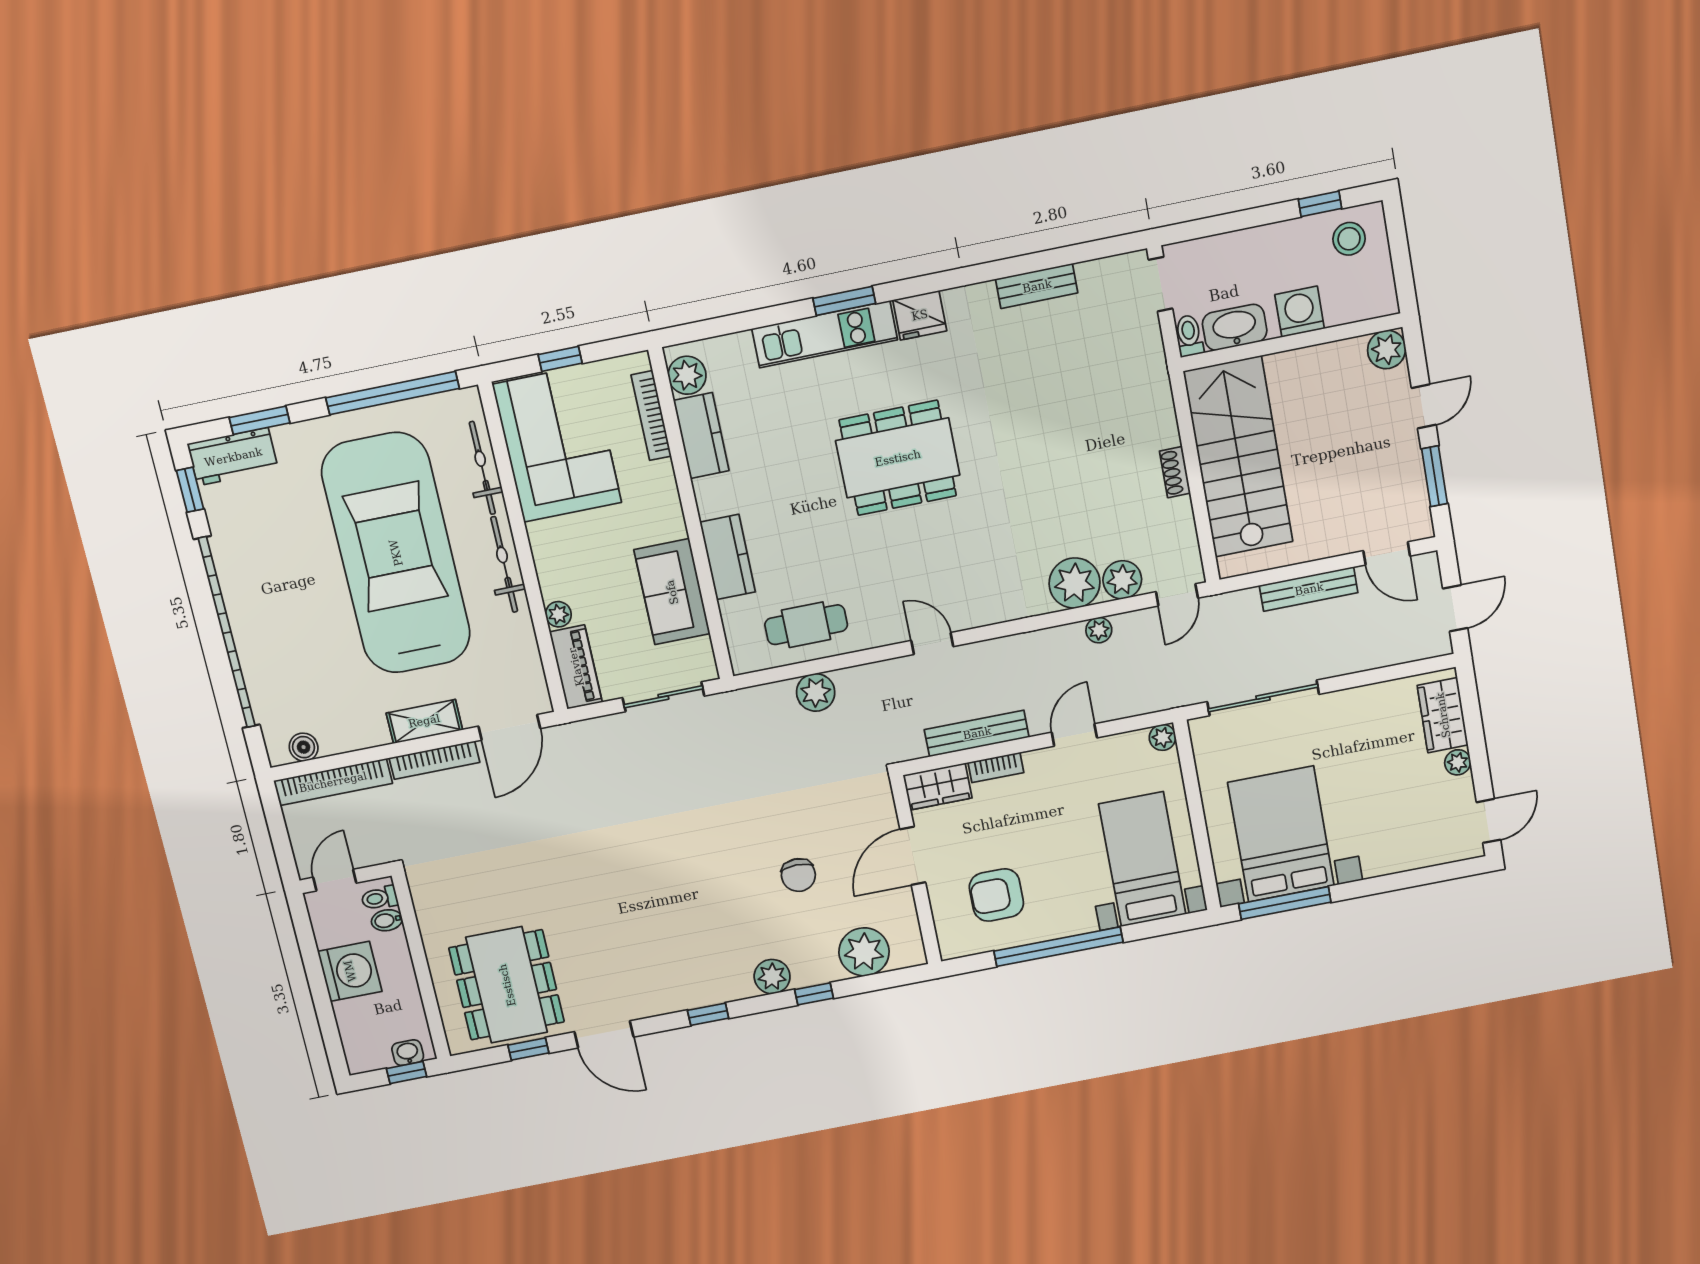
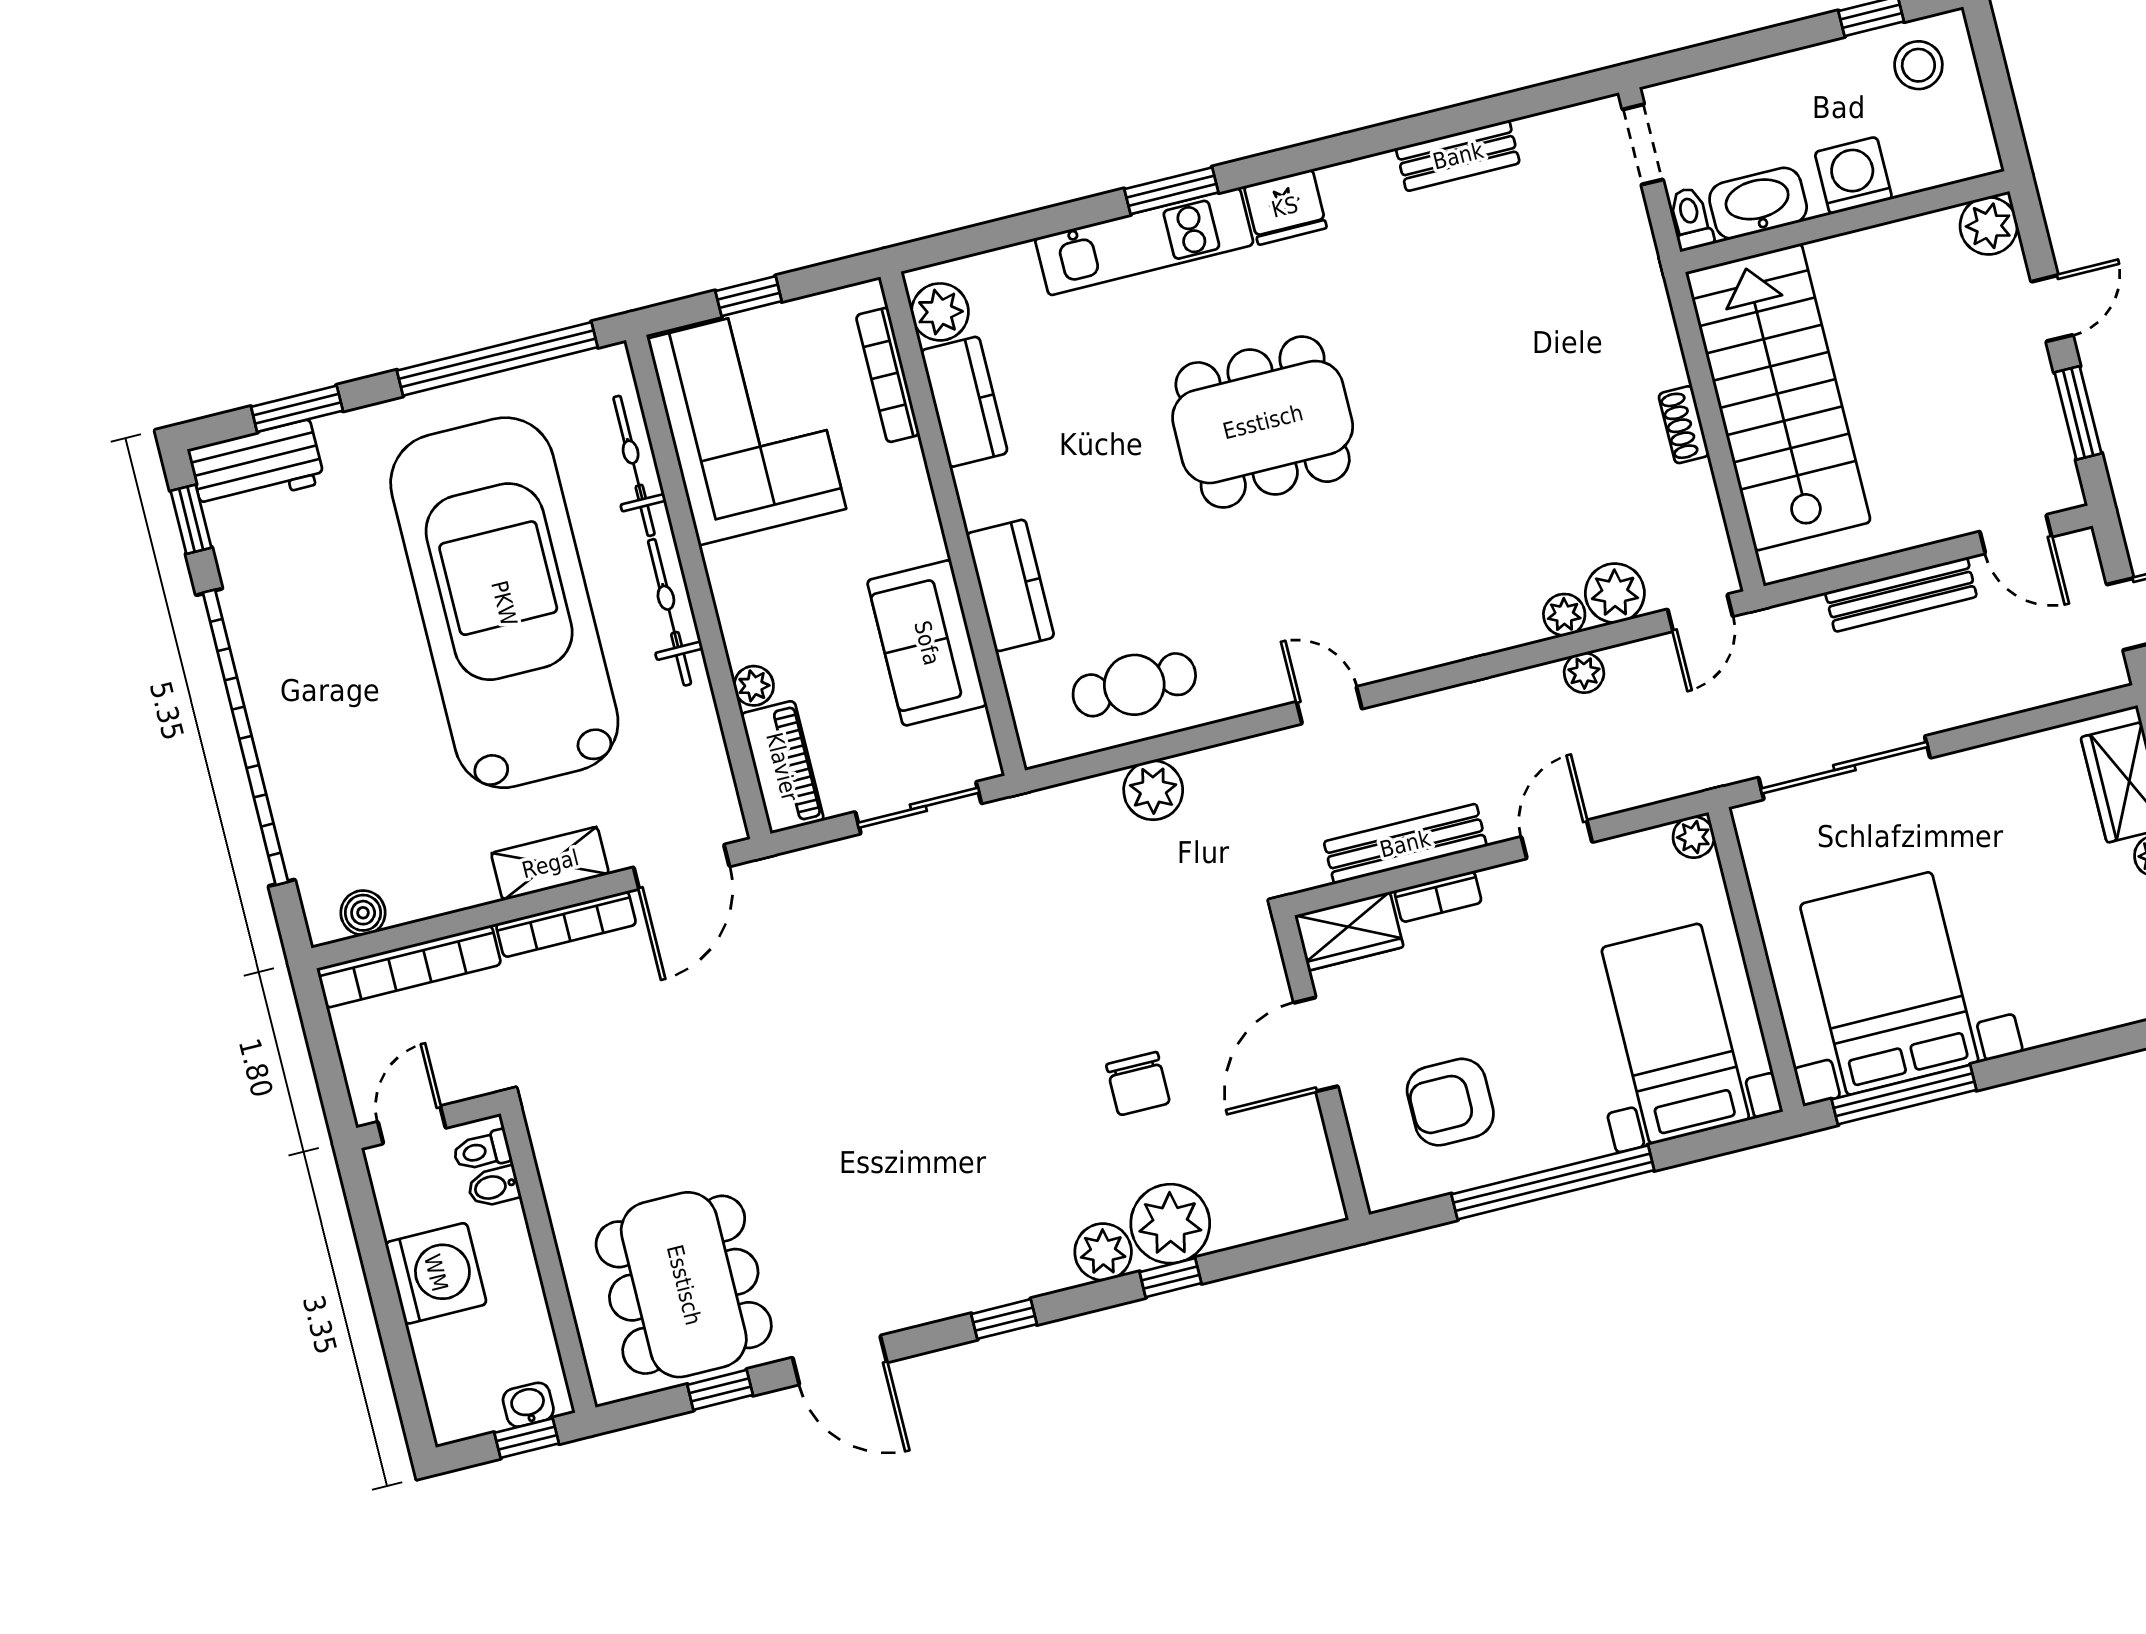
plant: (1075, 583) -> (1564, 615), width x0.53, depth x0.53
plant: (864, 952) -> (1170, 1224), moved

